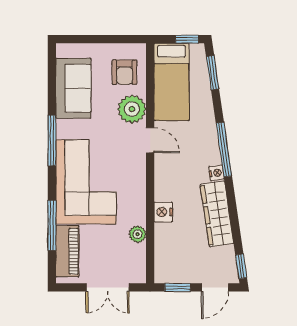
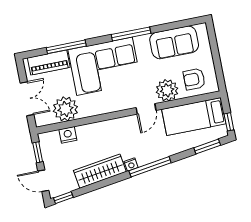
nightstand: (163, 212) -> (68, 135), moved
plant: (138, 234) -> (65, 109), width x1.88, depth x1.88
double door: (108, 287) -> (27, 99), swing flipped

